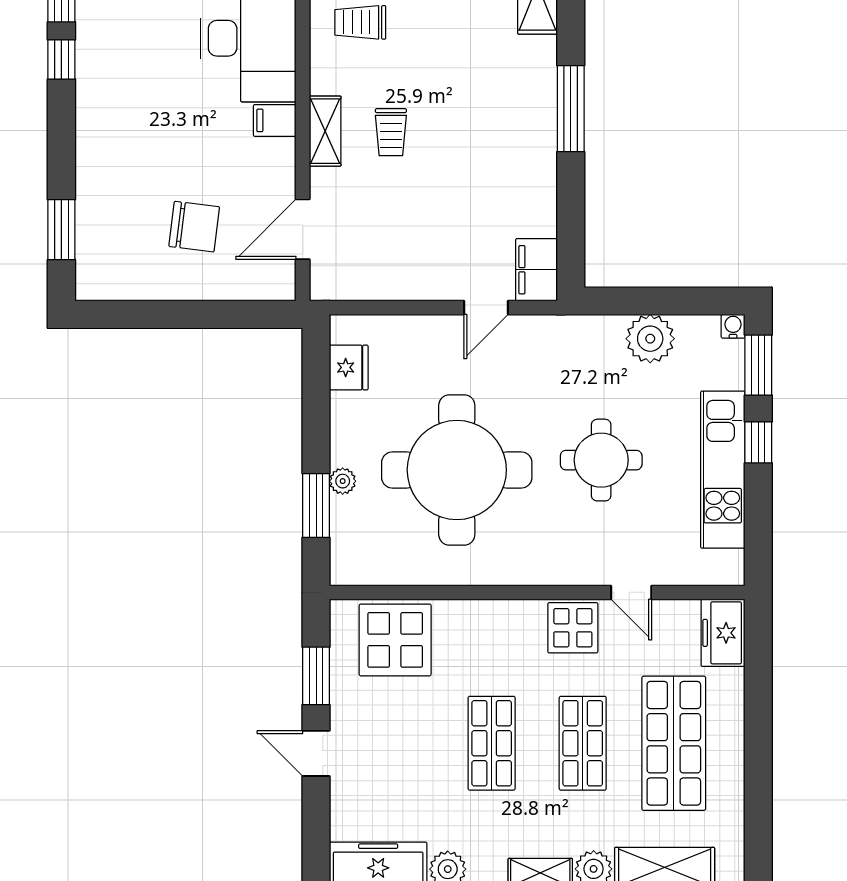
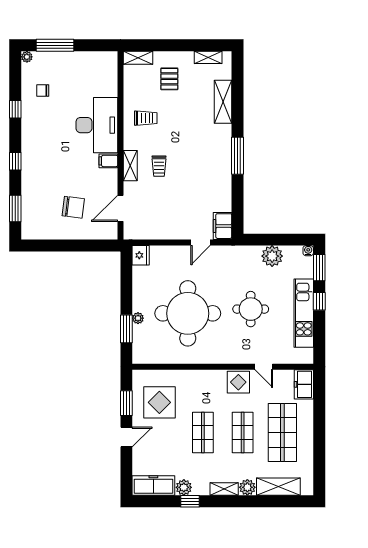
trolley: (360, 22) -> (146, 118), turned 180
window: (61, 59) -> (15, 161), moved
fridge: (349, 367) -> (141, 255), moved
display table: (395, 640) -> (159, 402), moved
door: (316, 753) -> (126, 437), swing flipped

